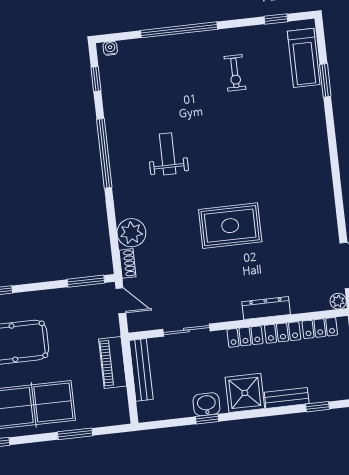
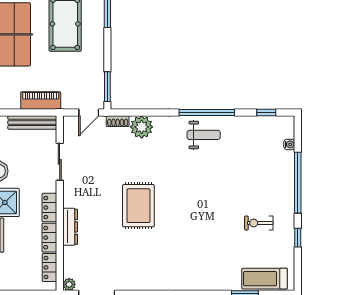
window: (276, 19) -> (298, 238), moved
water cooler: (110, 48) -> (289, 144), moved
weight bench: (168, 154) -> (204, 135), moved

